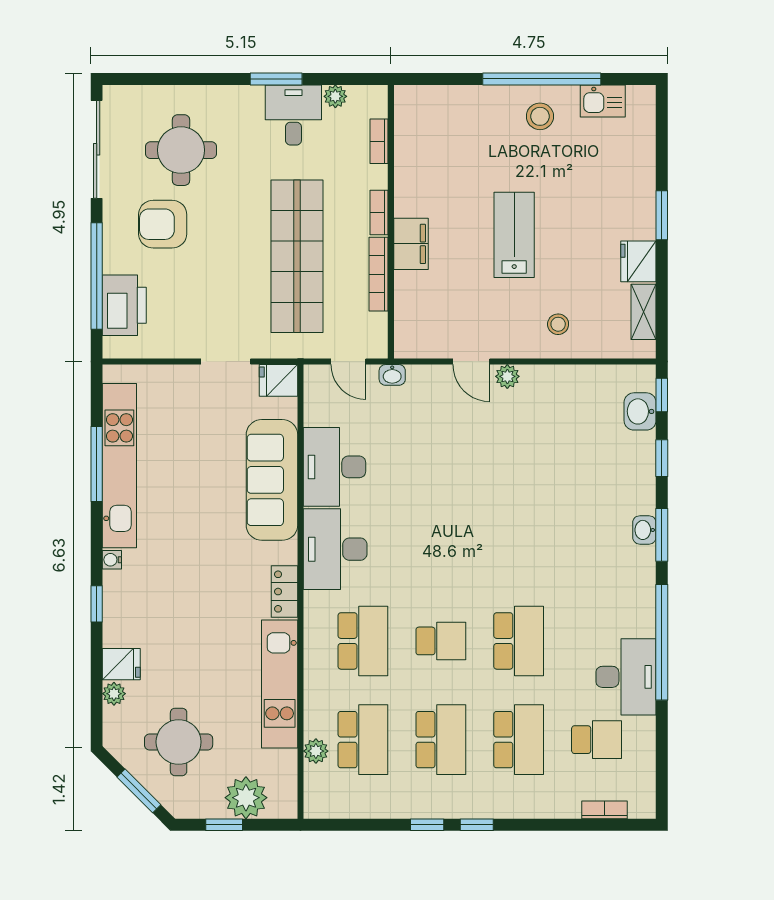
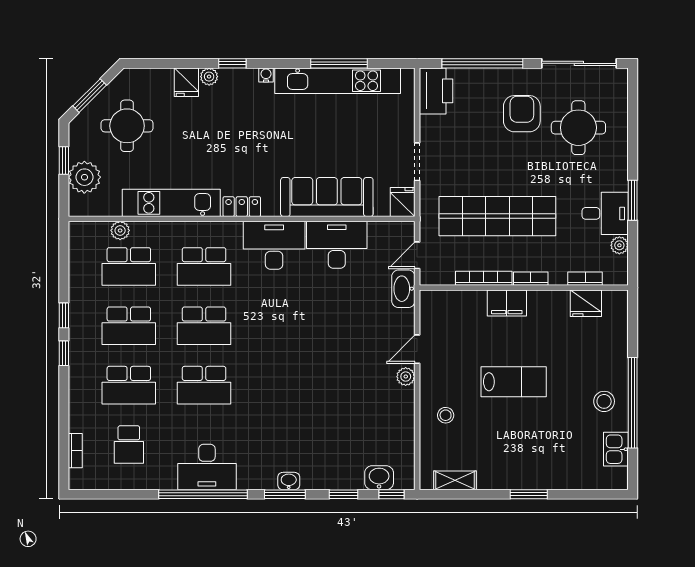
fridge: (638, 261) -> (586, 303), moved, turned 180
printer: (124, 305) -> (436, 91), moved, turned -90
washbasin: (392, 375) -> (403, 289), width x1.91, depth x1.45
school desk: (441, 641) -> (204, 326), width x1.85
desk: (626, 677) -> (207, 467), moved
plant: (114, 694) -> (209, 77), moved

